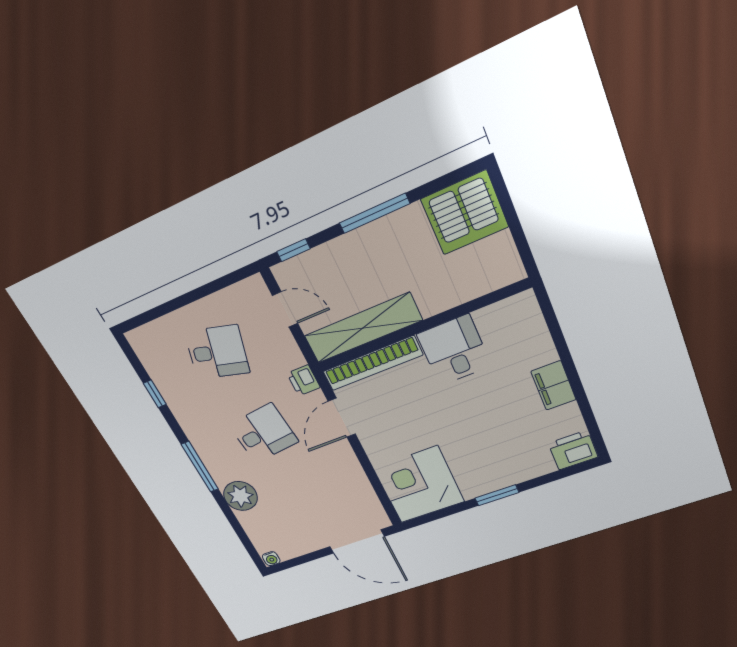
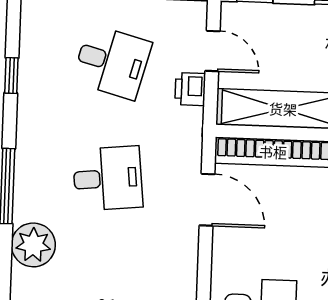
printer: (304, 380) -> (190, 89), moved
door: (342, 418) -> (207, 200), swing flipped

